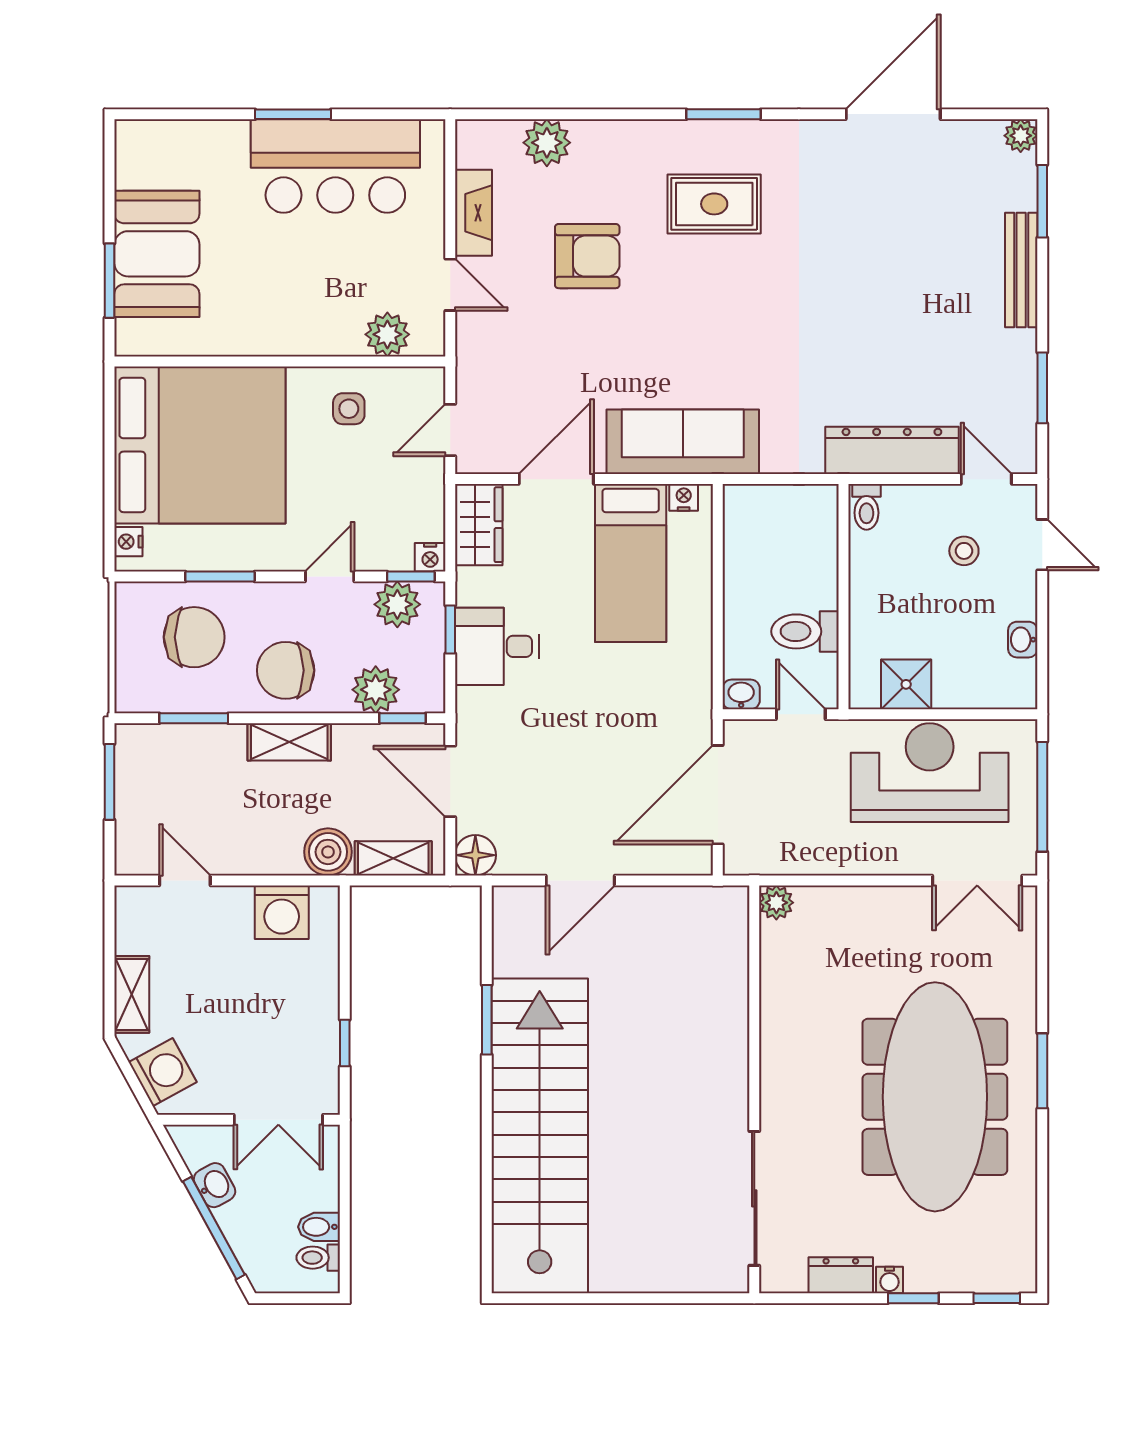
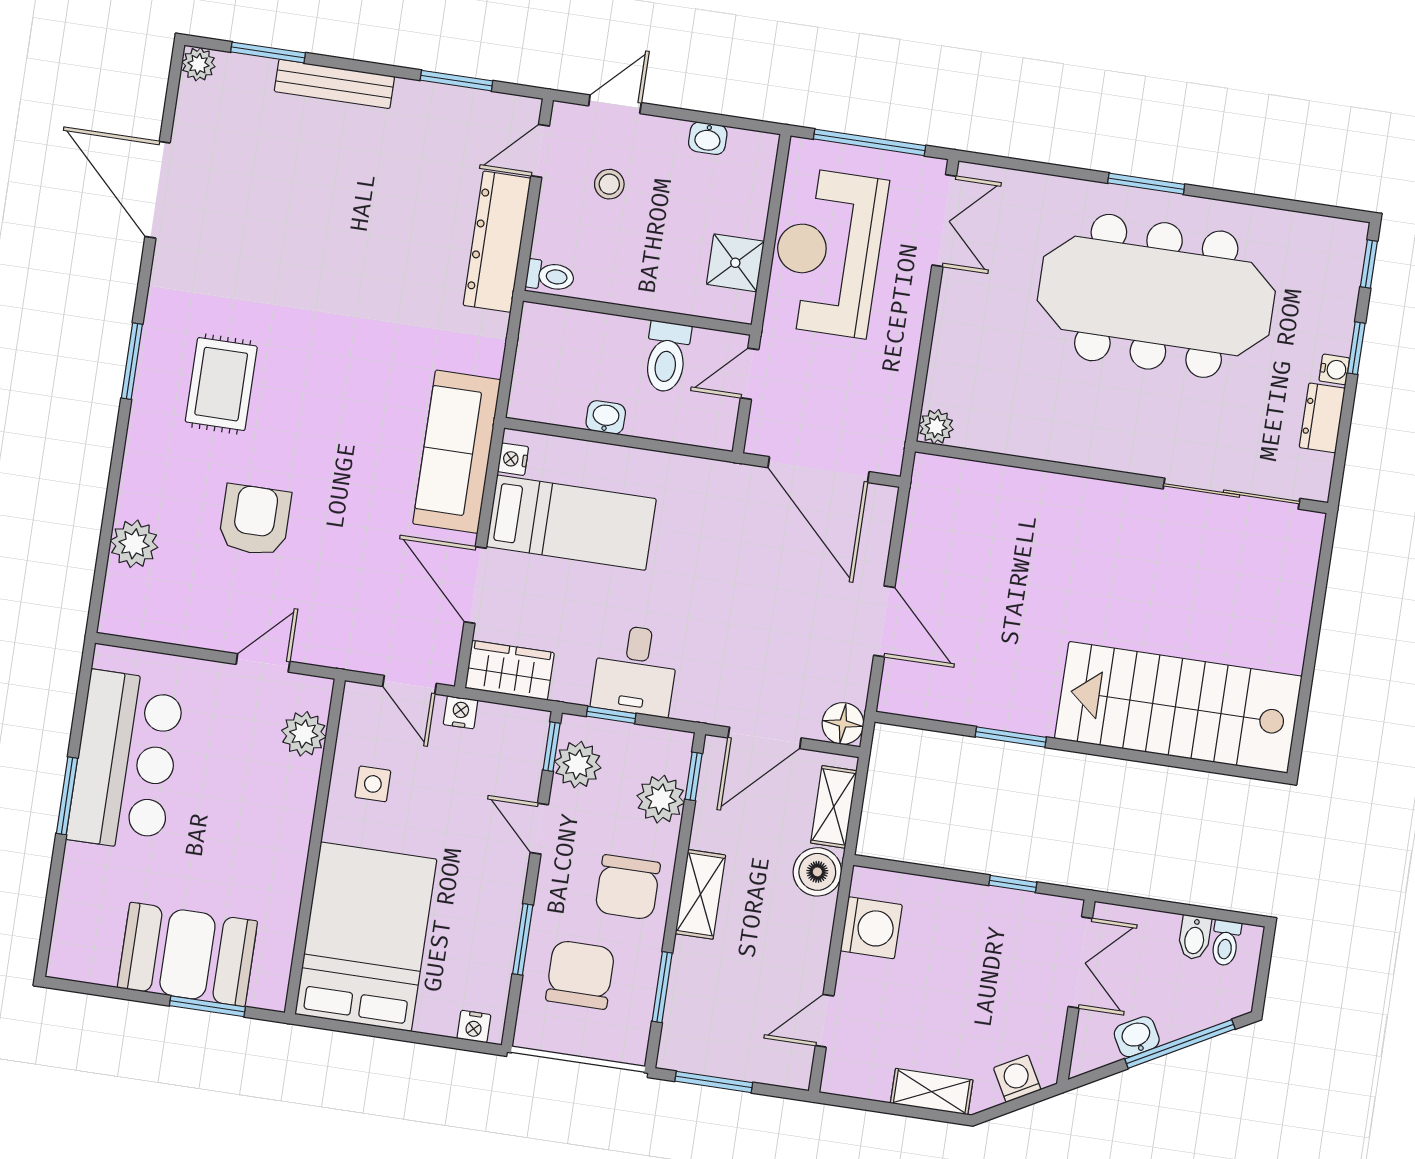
fireplace: (473, 213) -> (194, 629), removed
bed: (200, 445) -> (366, 937), width x0.73
nightstand: (430, 557) -> (461, 712), moved, turned -90
washbasin: (741, 694) -> (606, 417), moved, turned 90
washing machine: (163, 1072) -> (1017, 1079), width x0.73, depth x0.73
stairs: (540, 1136) -> (1178, 707), width x0.73

